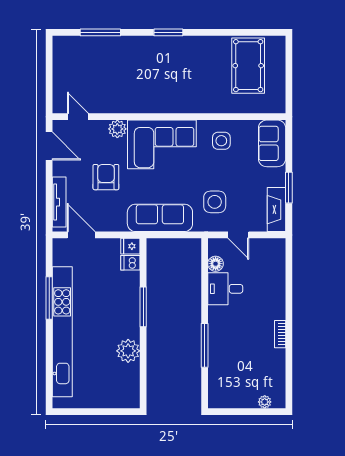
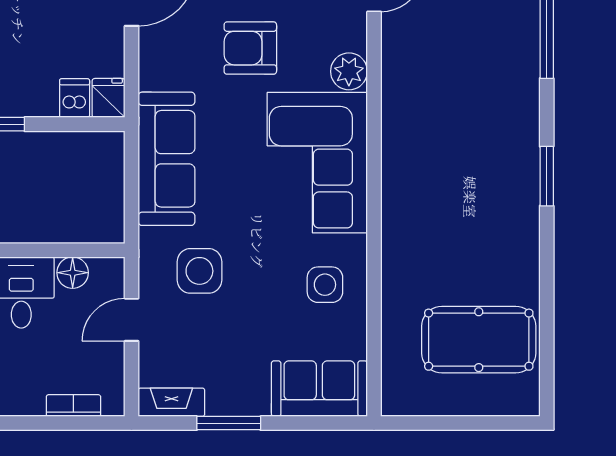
armchair: (106, 177) -> (250, 48), turned 180
fireplace: (276, 210) -> (171, 402), width x0.73, depth x0.76
bookcase: (280, 263) -> (73, 406), added

